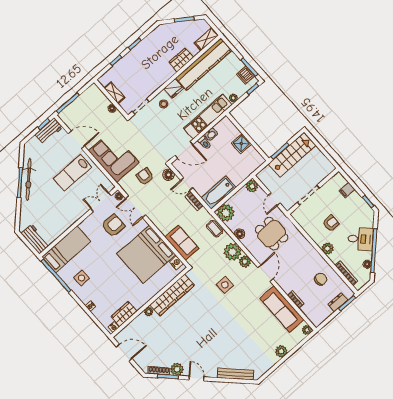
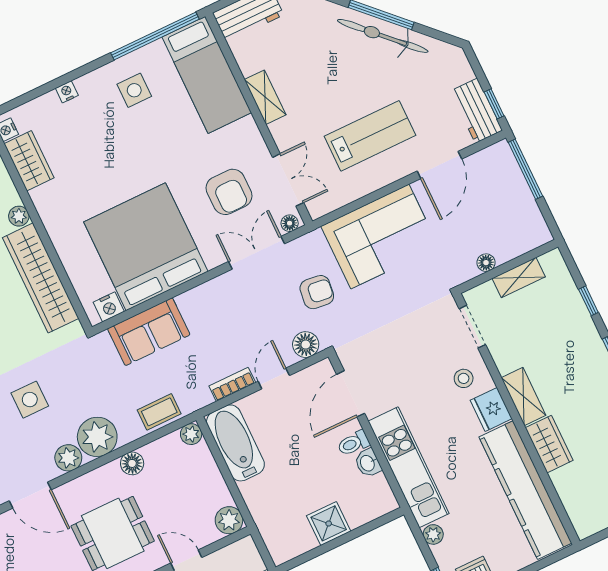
shelving: (206, 39) -> (524, 397), moved
lab bench: (72, 173) -> (370, 136), turned 90
plant: (226, 213) -> (191, 434), width x0.53, depth x0.53
shelving: (69, 222) -> (265, 97), added

